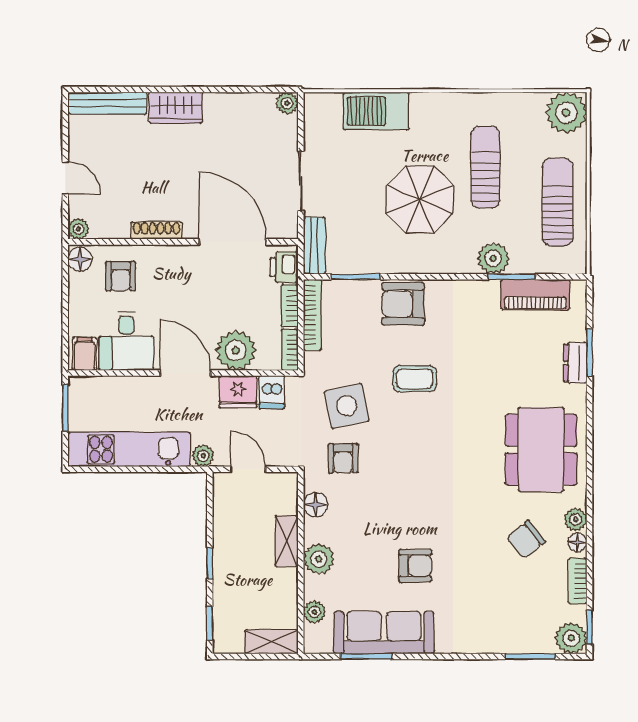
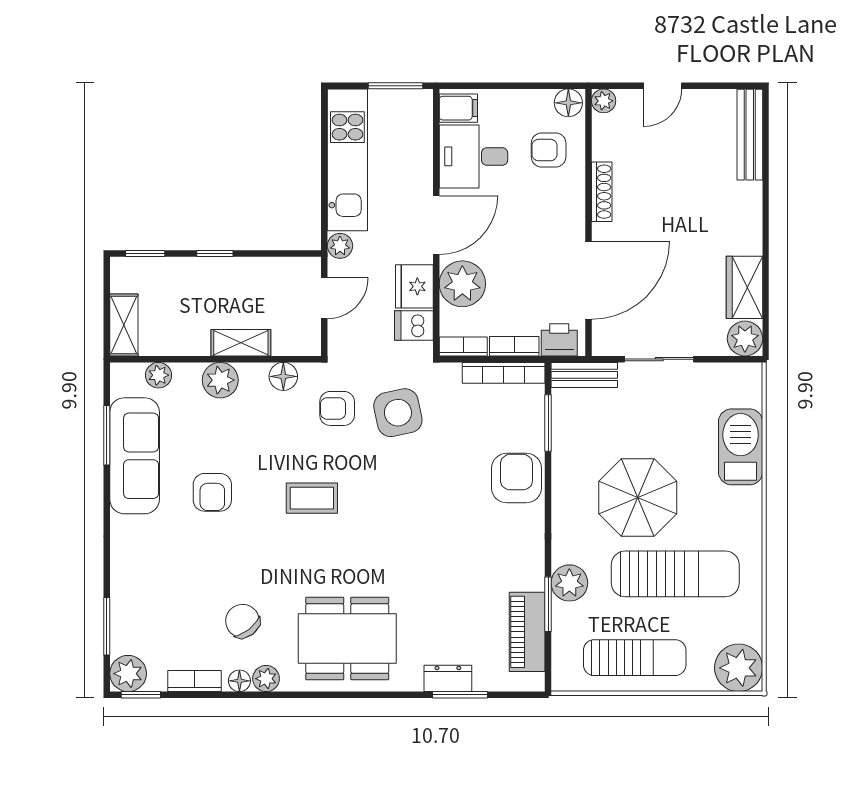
plant: (287, 103) -> (745, 339), width x1.38, depth x1.38
wardrobe: (176, 108) -> (744, 287), moved
sun lounger: (485, 167) -> (675, 574), width x1.36, depth x1.34
coffee table: (415, 379) -> (312, 498), moved, turned 90

